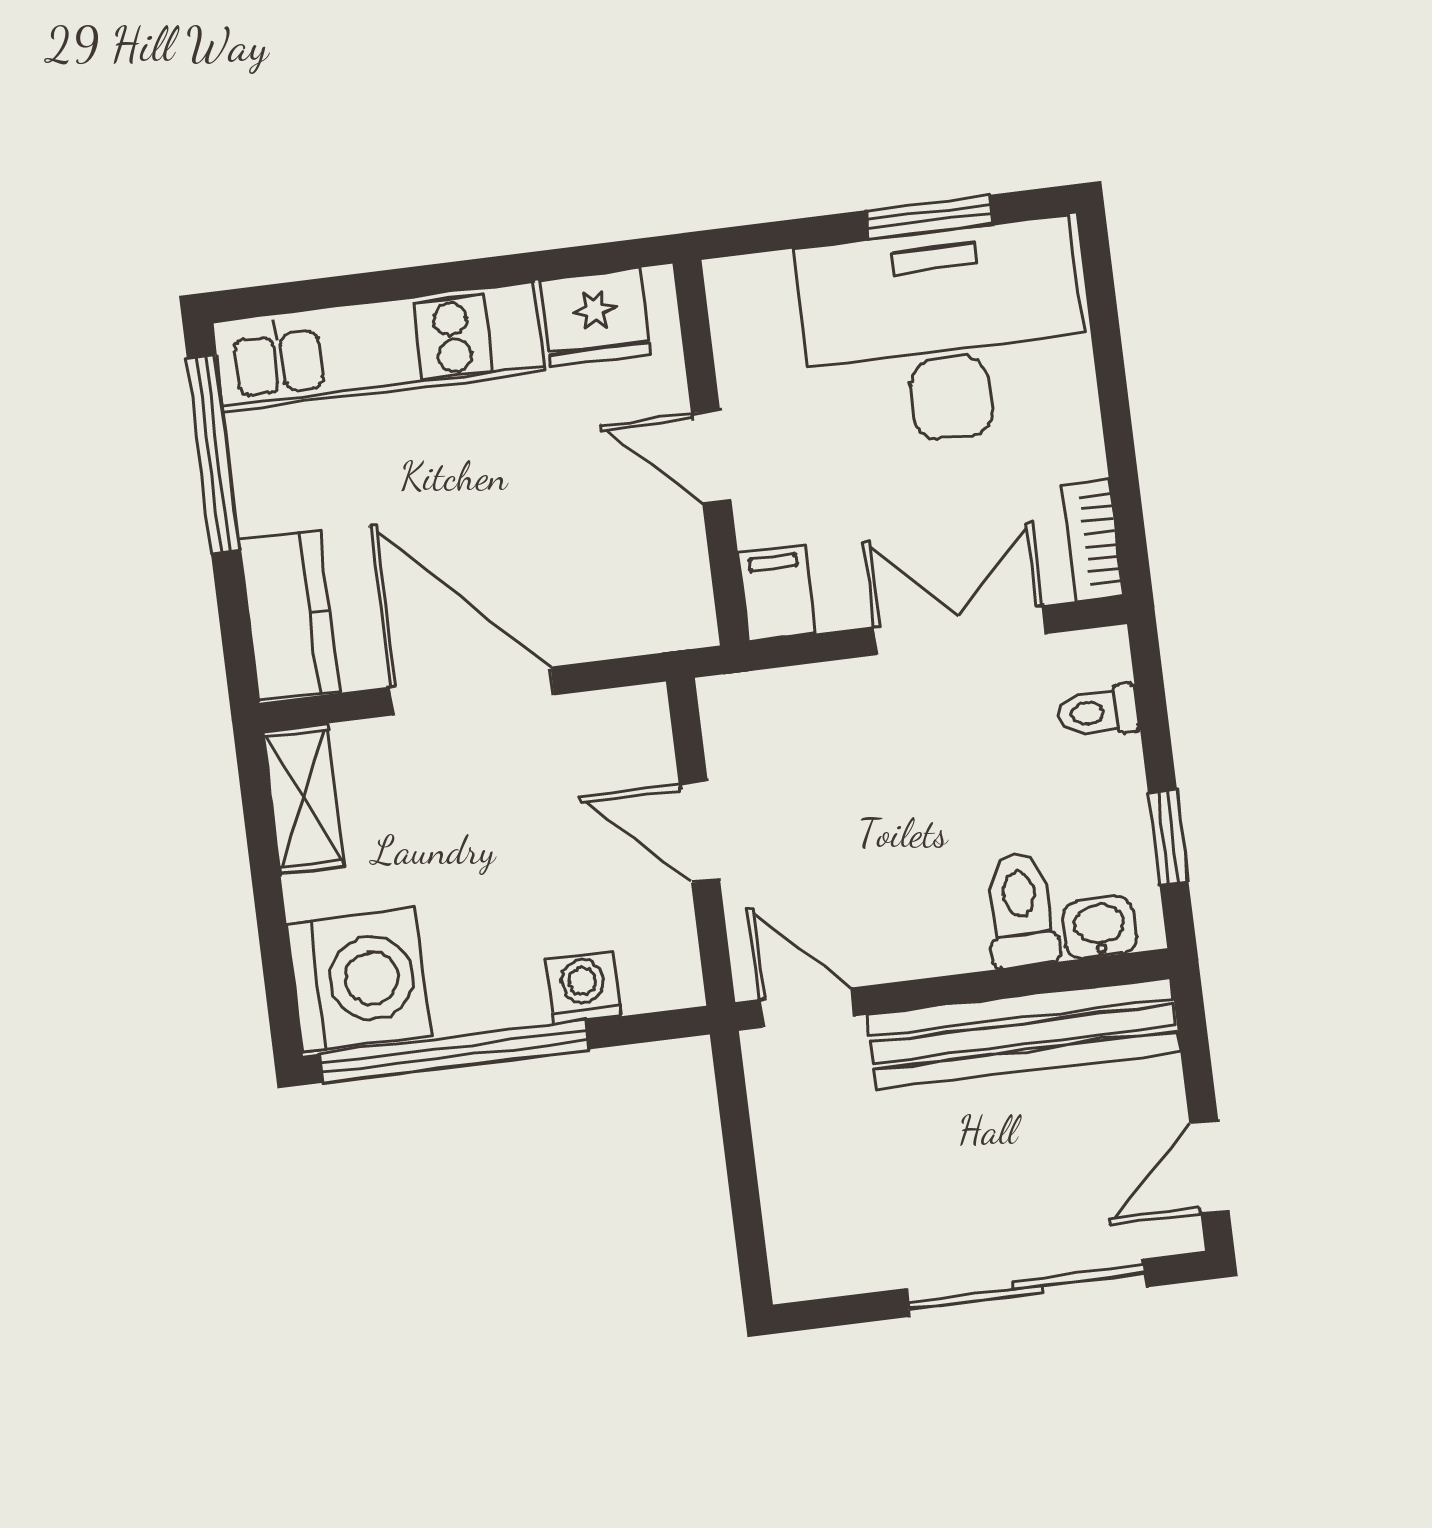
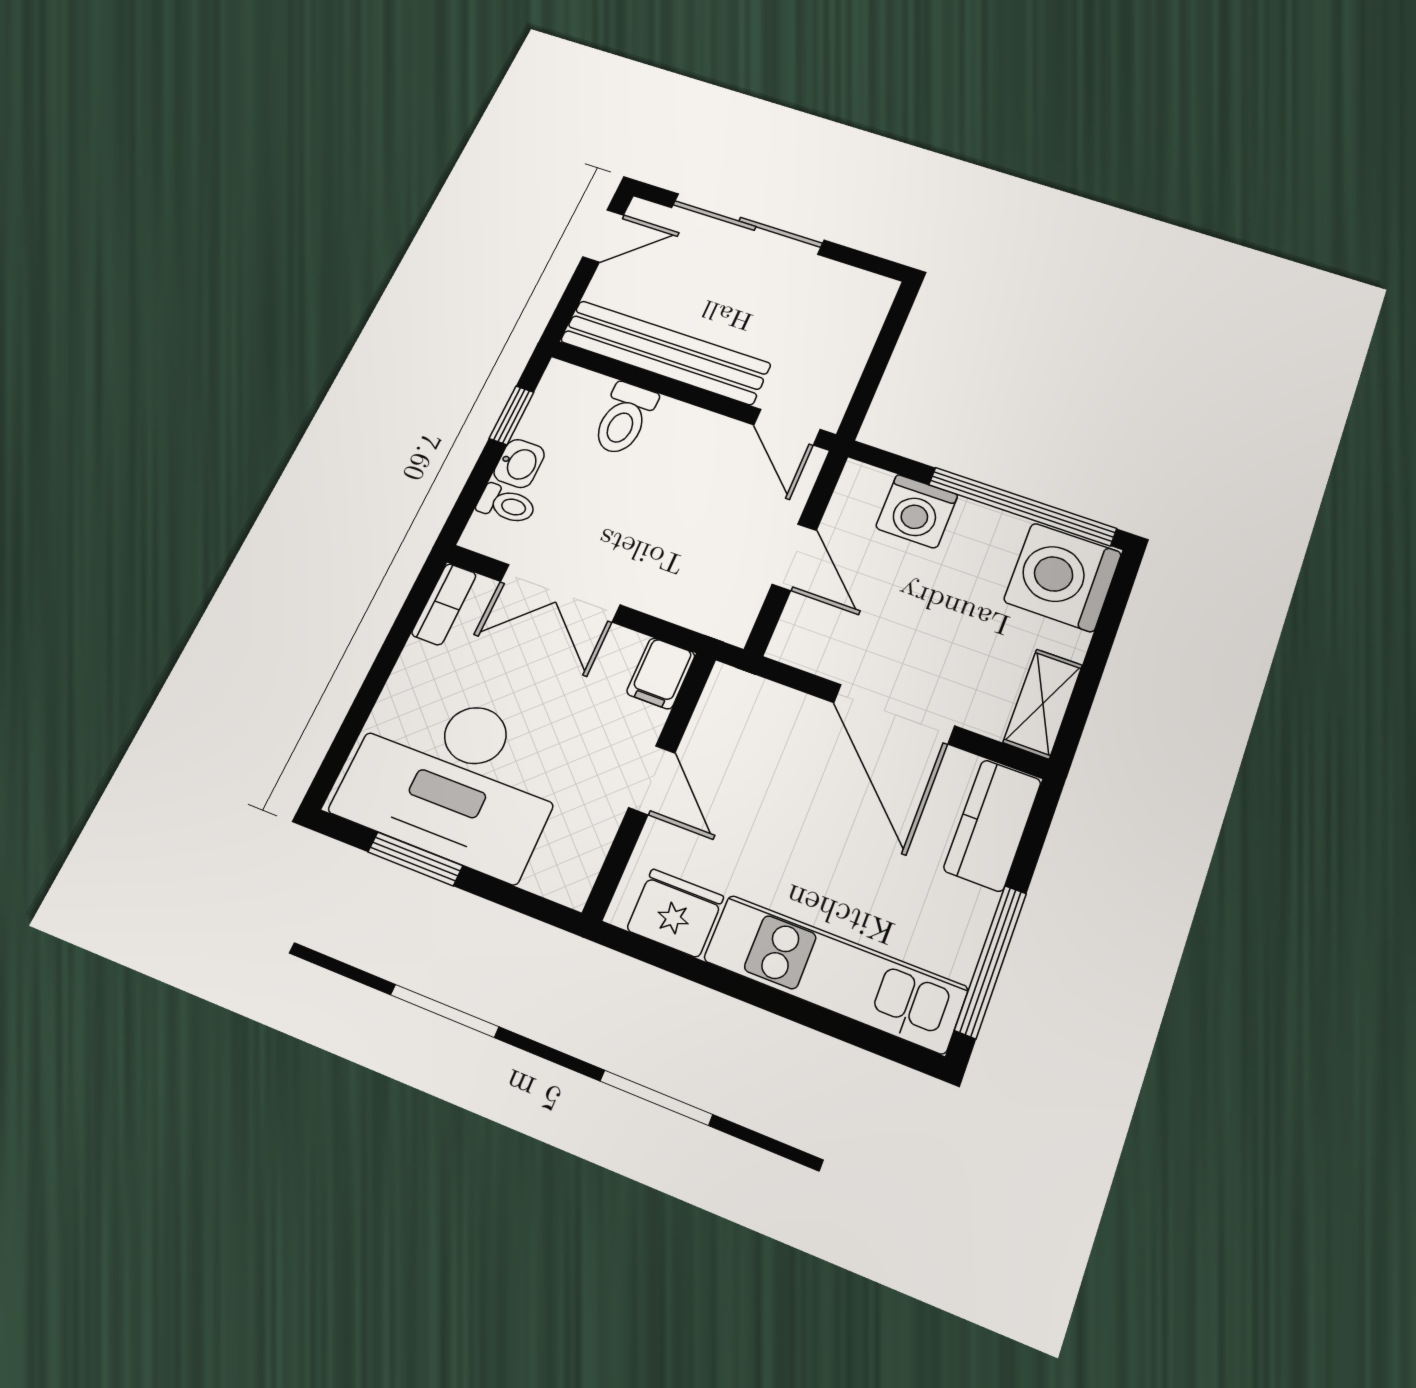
washbasin: (1099, 927) -> (519, 463), moved, turned -90
washing machine: (583, 988) -> (917, 511), width x1.38, depth x1.38

